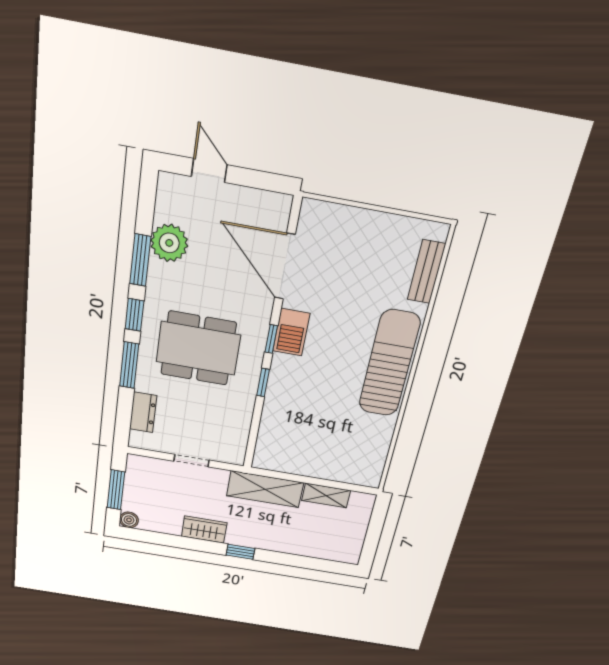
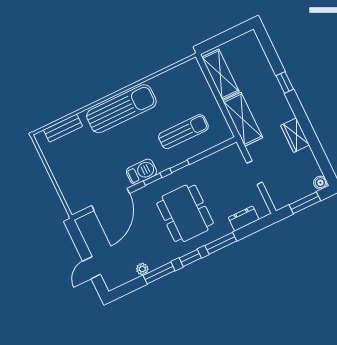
plant: (169, 243) -> (142, 269), width x0.53, depth x0.53
sun lounger: (389, 364) -> (121, 109), turned 180
sun lounger: (302, 416) -> (183, 132), added
shelving: (326, 495) -> (220, 74), width x1.50, depth x1.33
window: (241, 552) -> (285, 82), moved

